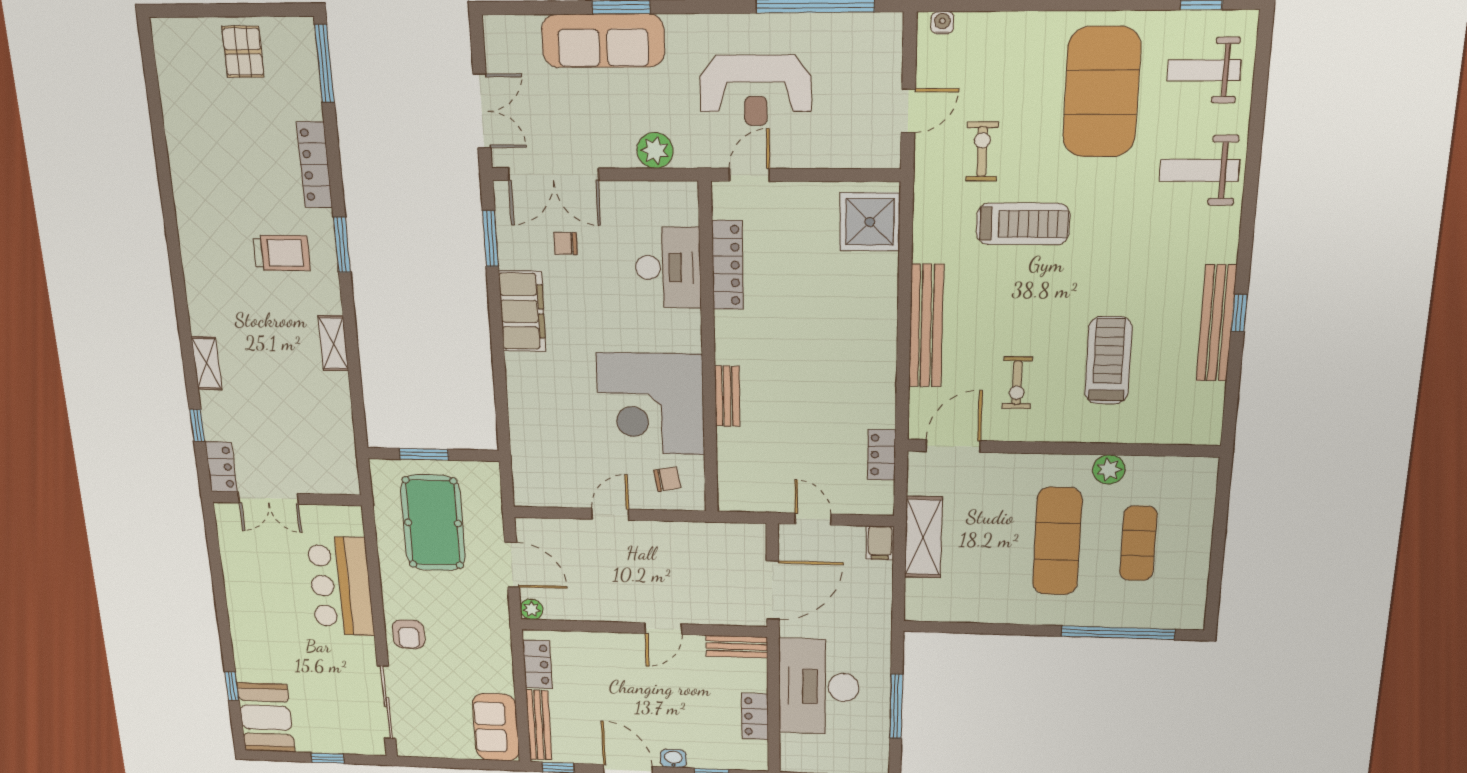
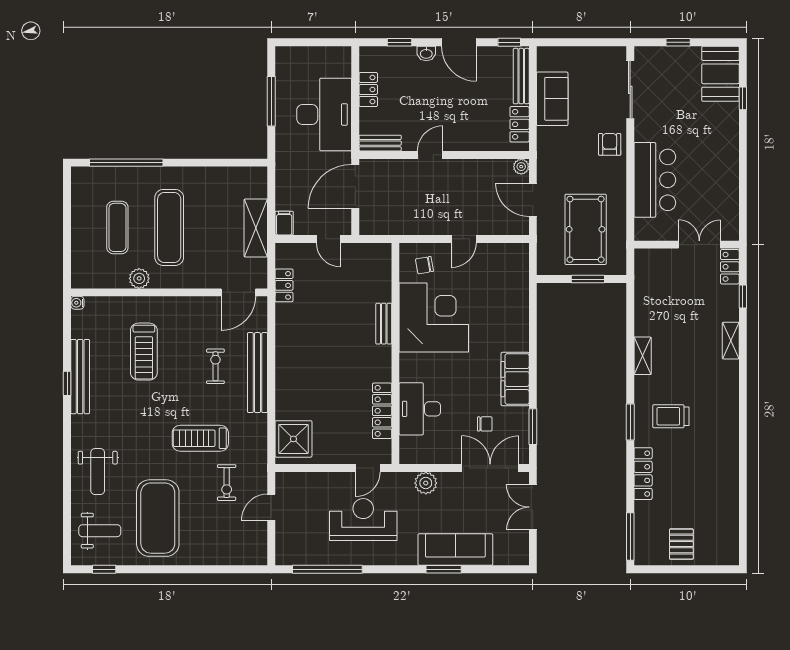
water cooler: (942, 23) -> (77, 303), moved, turned 90
weight bench: (1200, 170) -> (98, 472), turned 90
exercise bike: (1017, 383) -> (215, 366), moved
sofa: (496, 727) -> (552, 99), moved

